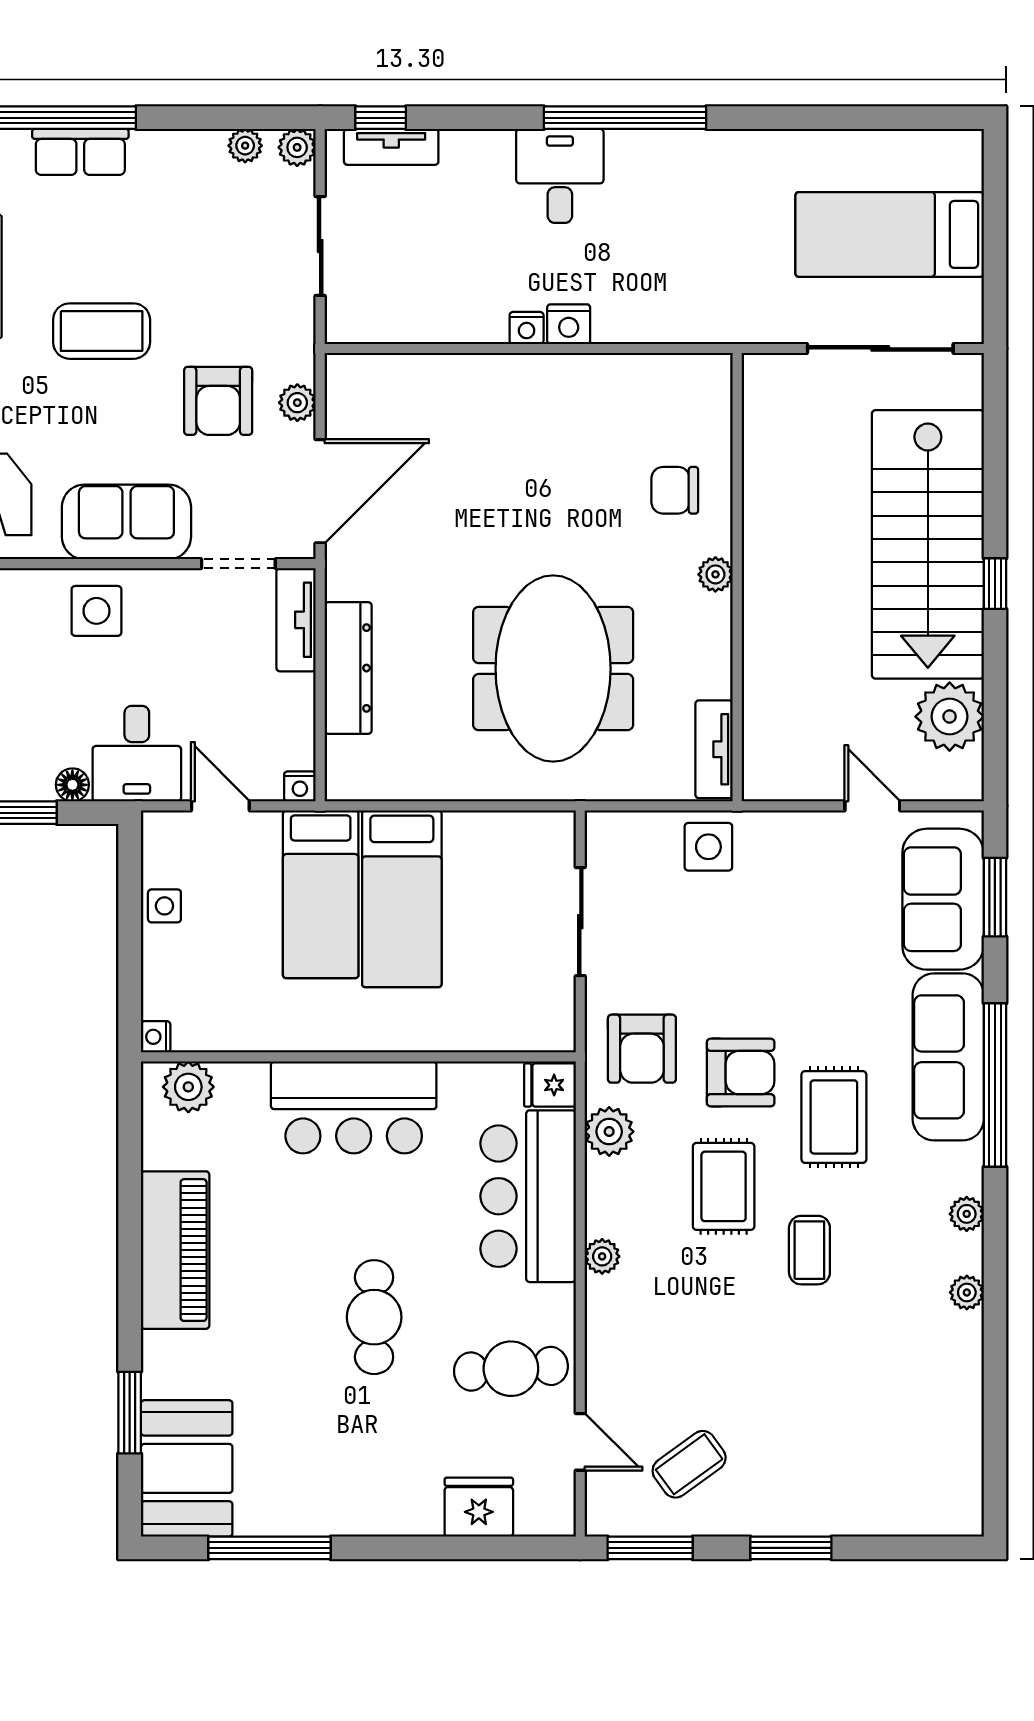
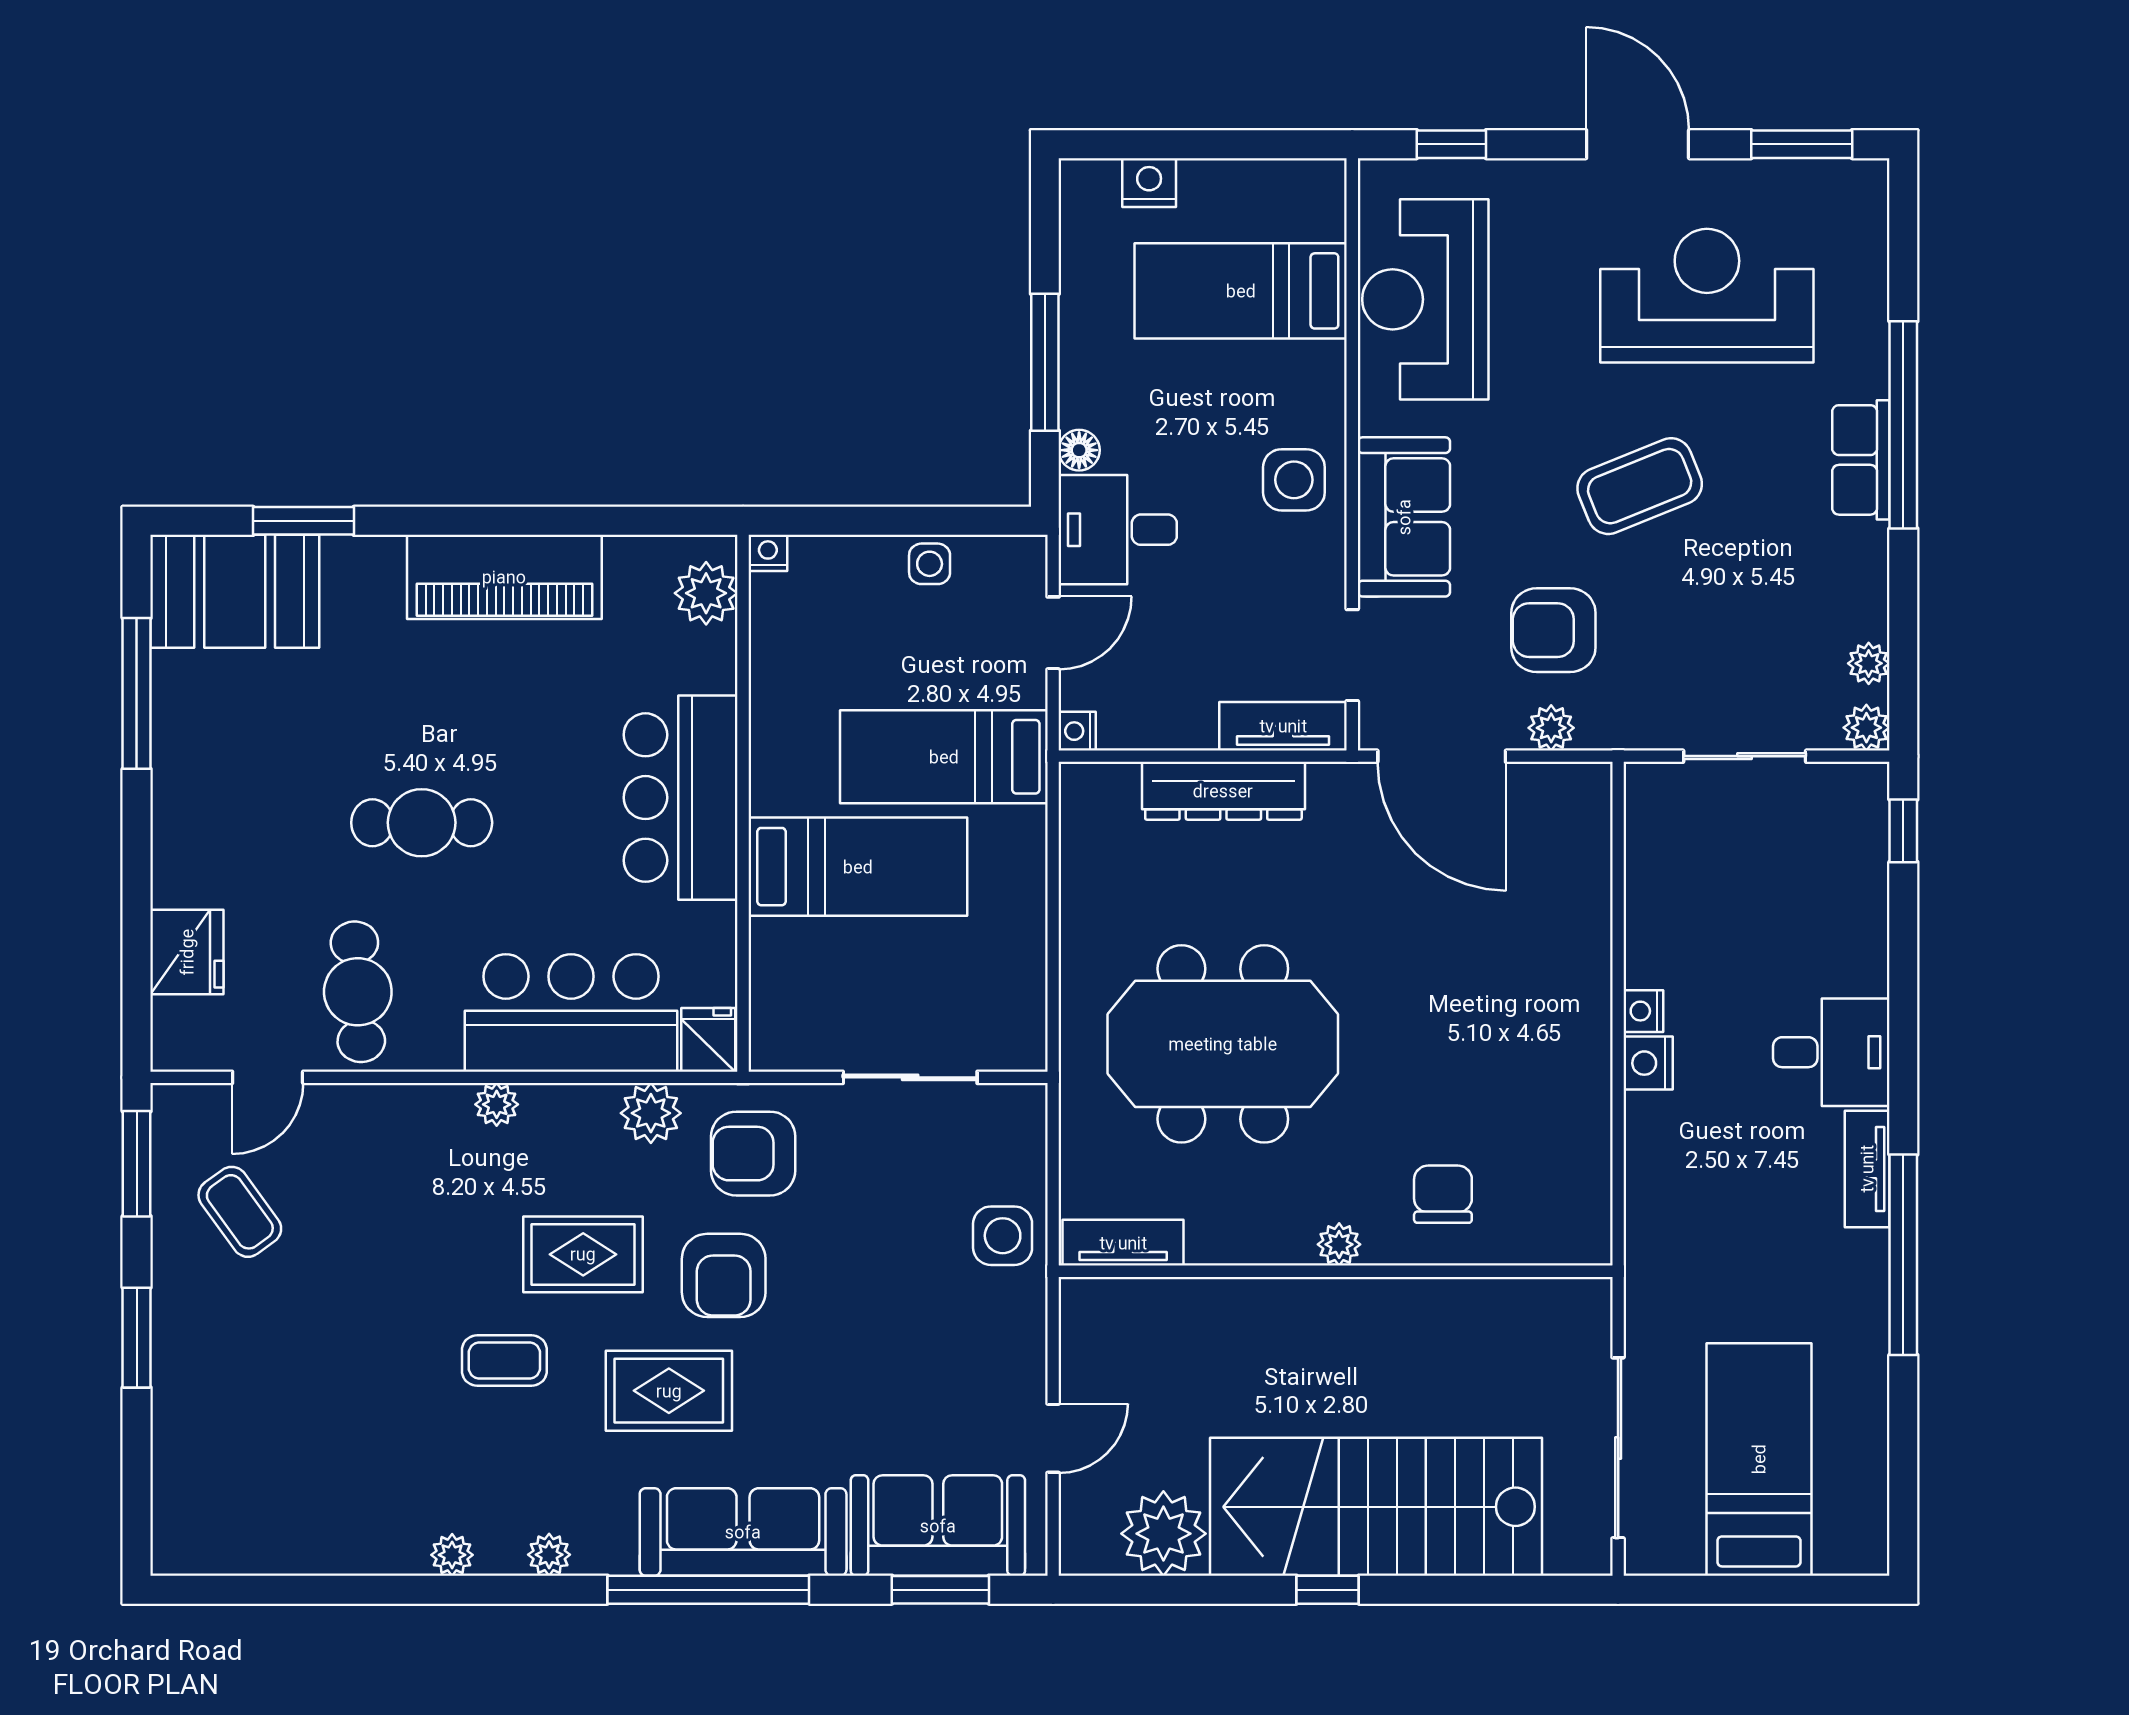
window: (625, 118) -> (1903, 1255), moved
tv unit: (391, 147) -> (1867, 1169), moved
coffee table: (102, 331) -> (1640, 486), turned 68
bed: (402, 899) -> (858, 867), moved, turned 180

